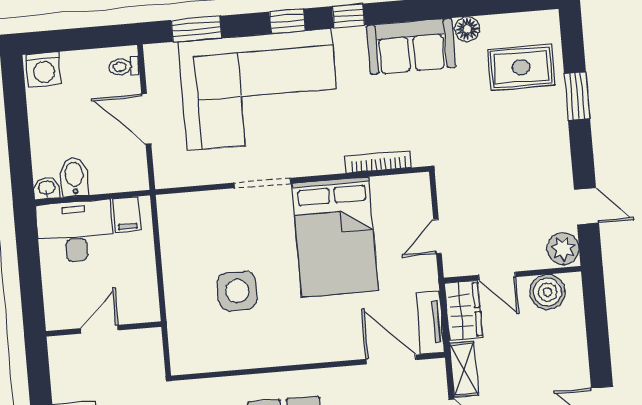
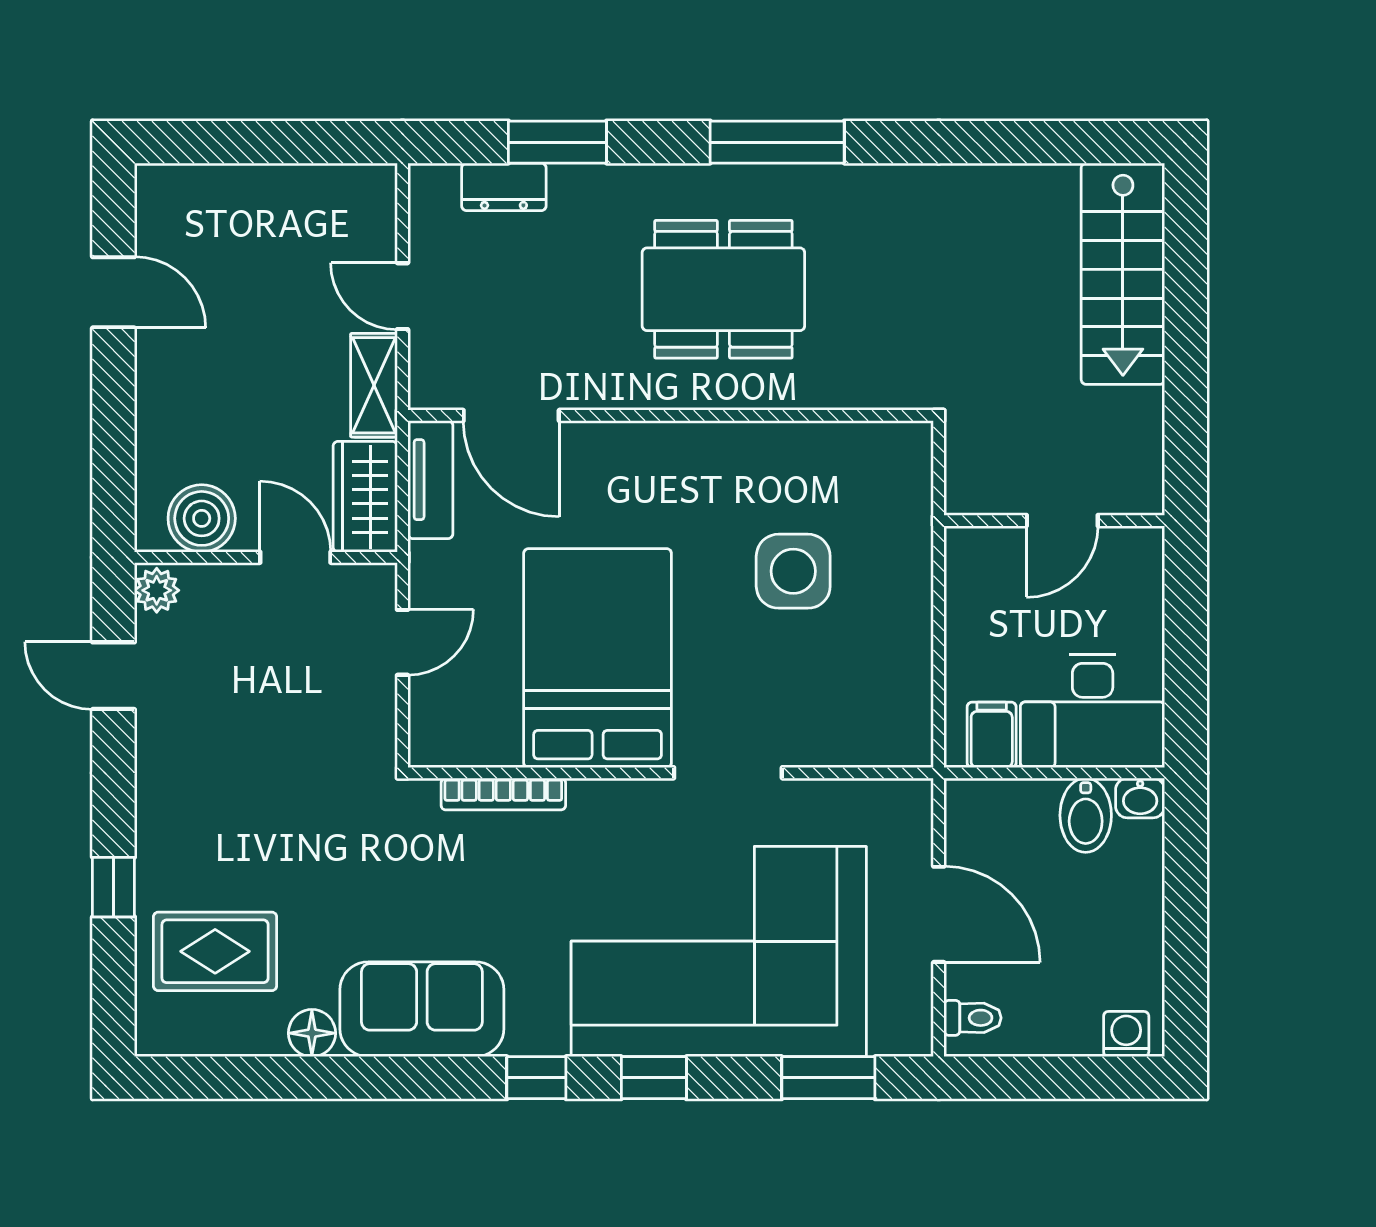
washing machine: (44, 69) -> (1126, 1034), width x0.73, depth x0.73
window: (577, 96) -> (113, 887), width x0.67
plant: (563, 249) -> (157, 590), width x0.73, depth x0.73

